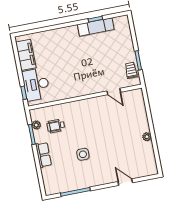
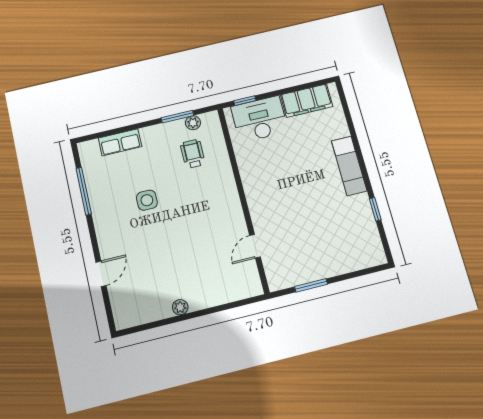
exam couch: (96, 27) -> (349, 166), moved
trolley: (131, 70) -> (293, 274), removed
row of seats: (43, 155) -> (120, 142), moved

